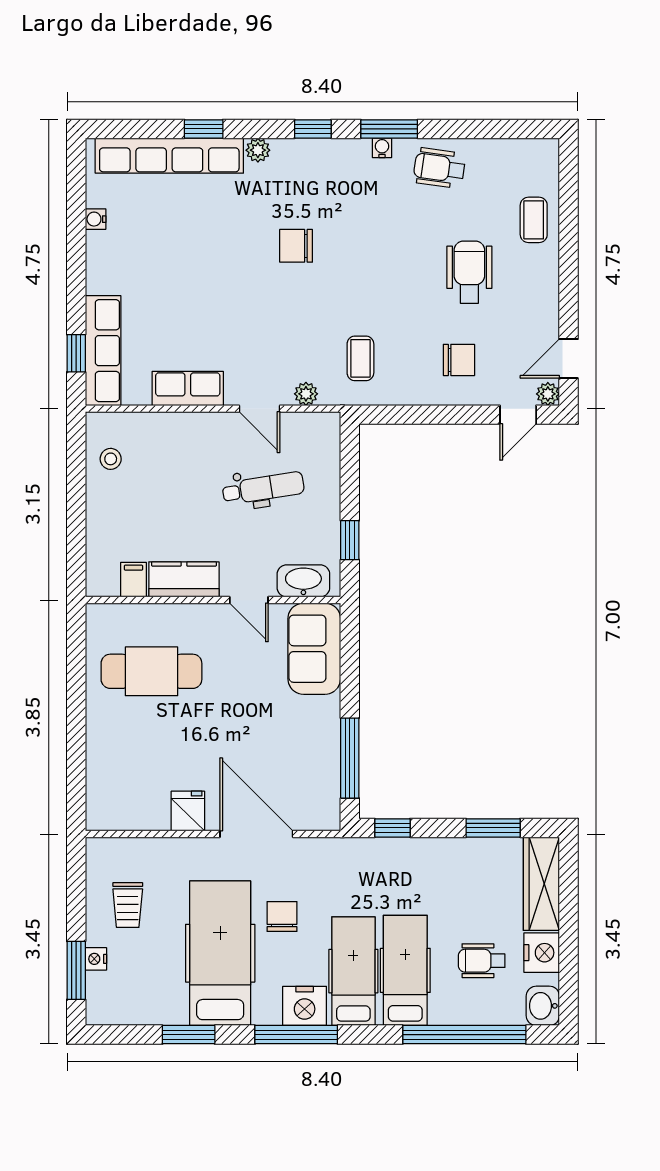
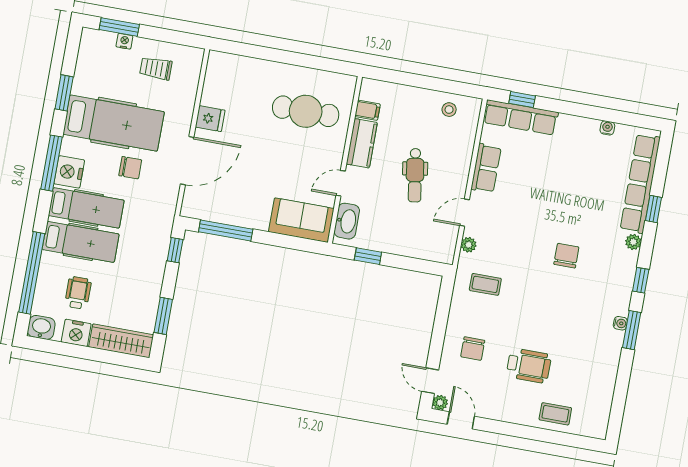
wheelchair: (439, 168) -> (600, 358), removed
dental chair: (263, 488) -> (415, 175), moved
cafe table: (151, 671) -> (306, 111), turned 90

